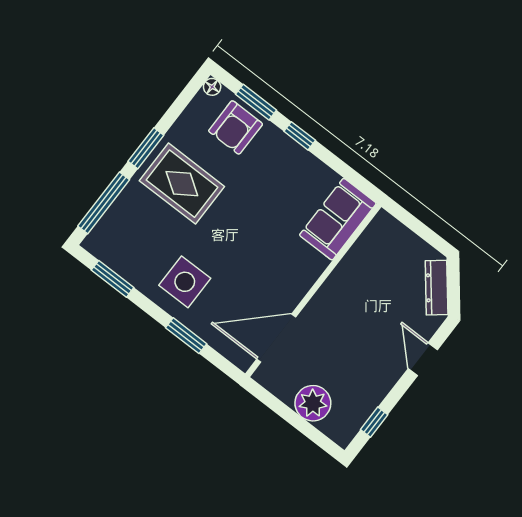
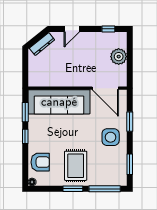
window: (256, 102) -> (25, 112), moved
sofa: (338, 219) -> (59, 102), width x1.85, depth x1.27

